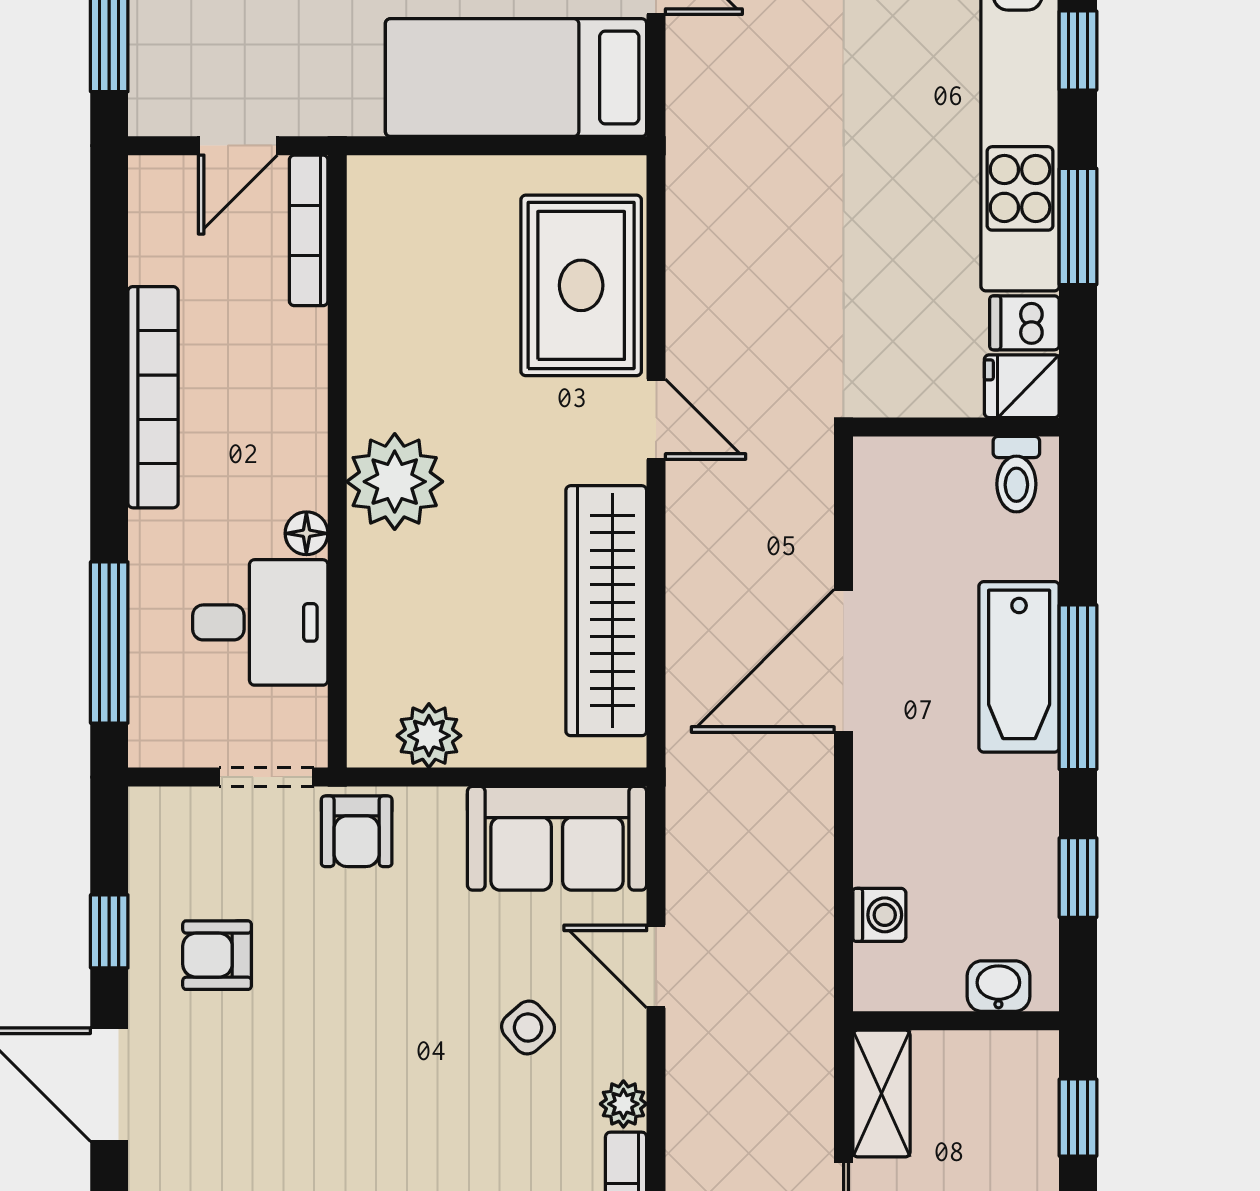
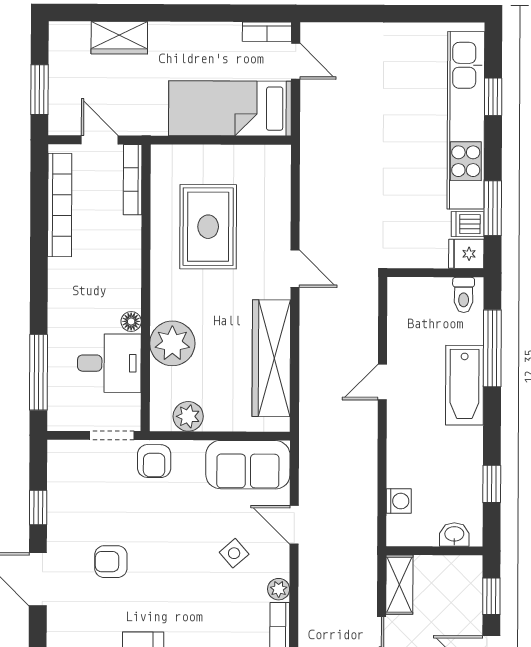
door: (238, 146) -> (100, 140), swing flipped
window: (1078, 227) -> (493, 208), moved
rug: (581, 285) -> (208, 227), moved
bookcase: (153, 397) -> (60, 205), moved
plant: (395, 482) -> (172, 343), moved
door: (844, 661) -> (382, 382), width x0.53
window: (1078, 687) -> (492, 348), moved
armchair: (217, 955) -> (111, 562), moved

